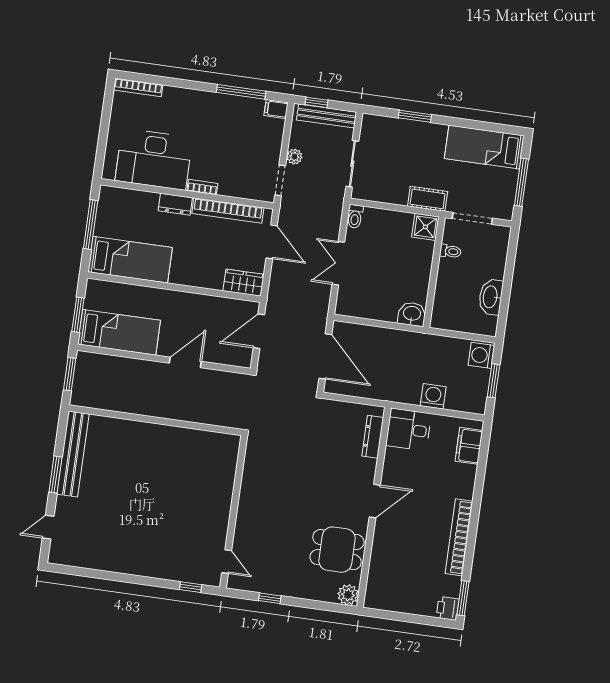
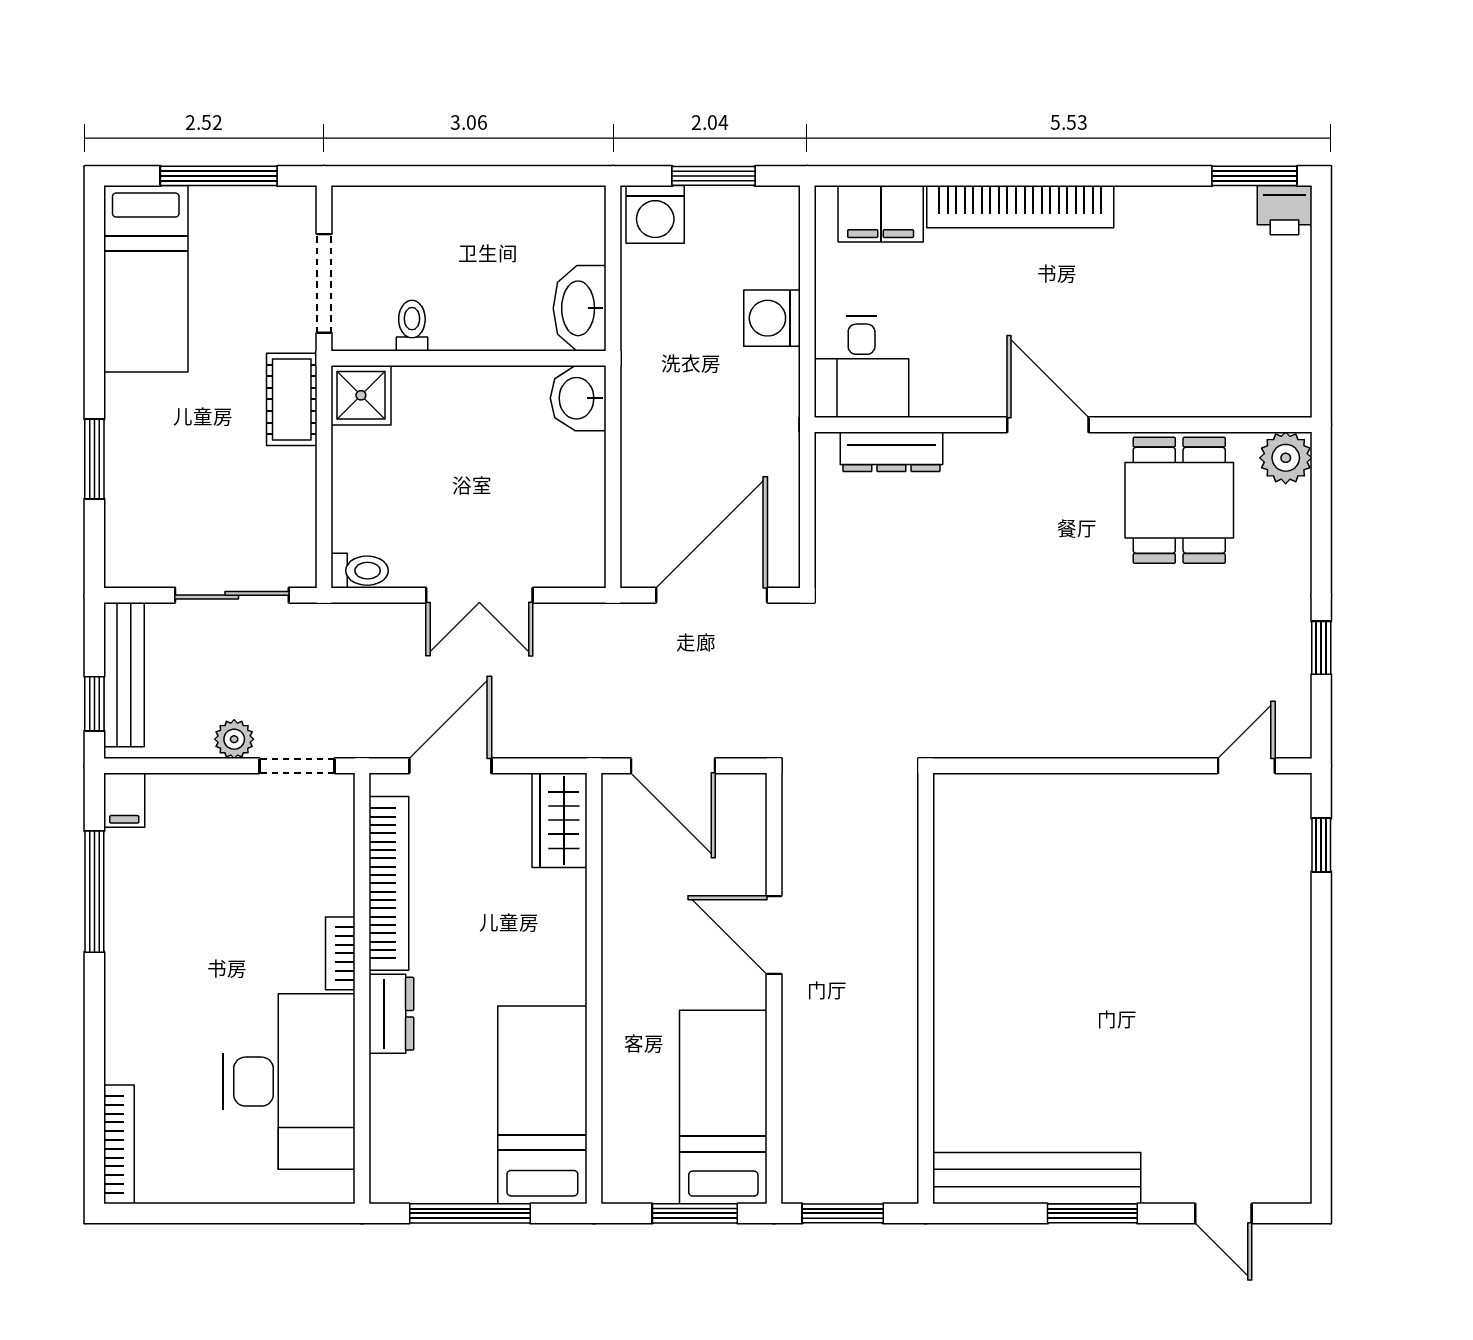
washbasin: (491, 297) -> (580, 308), moved, turned 90
bookcase: (459, 537) -> (1020, 207), moved

